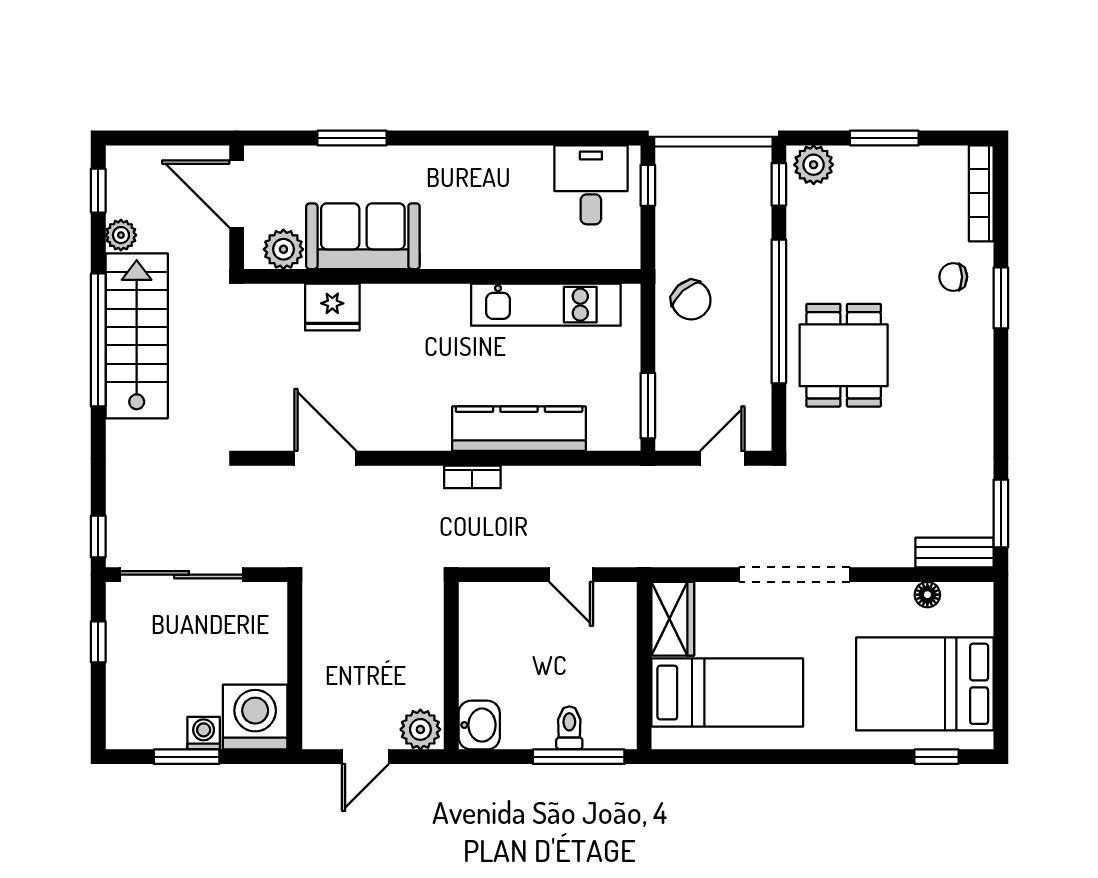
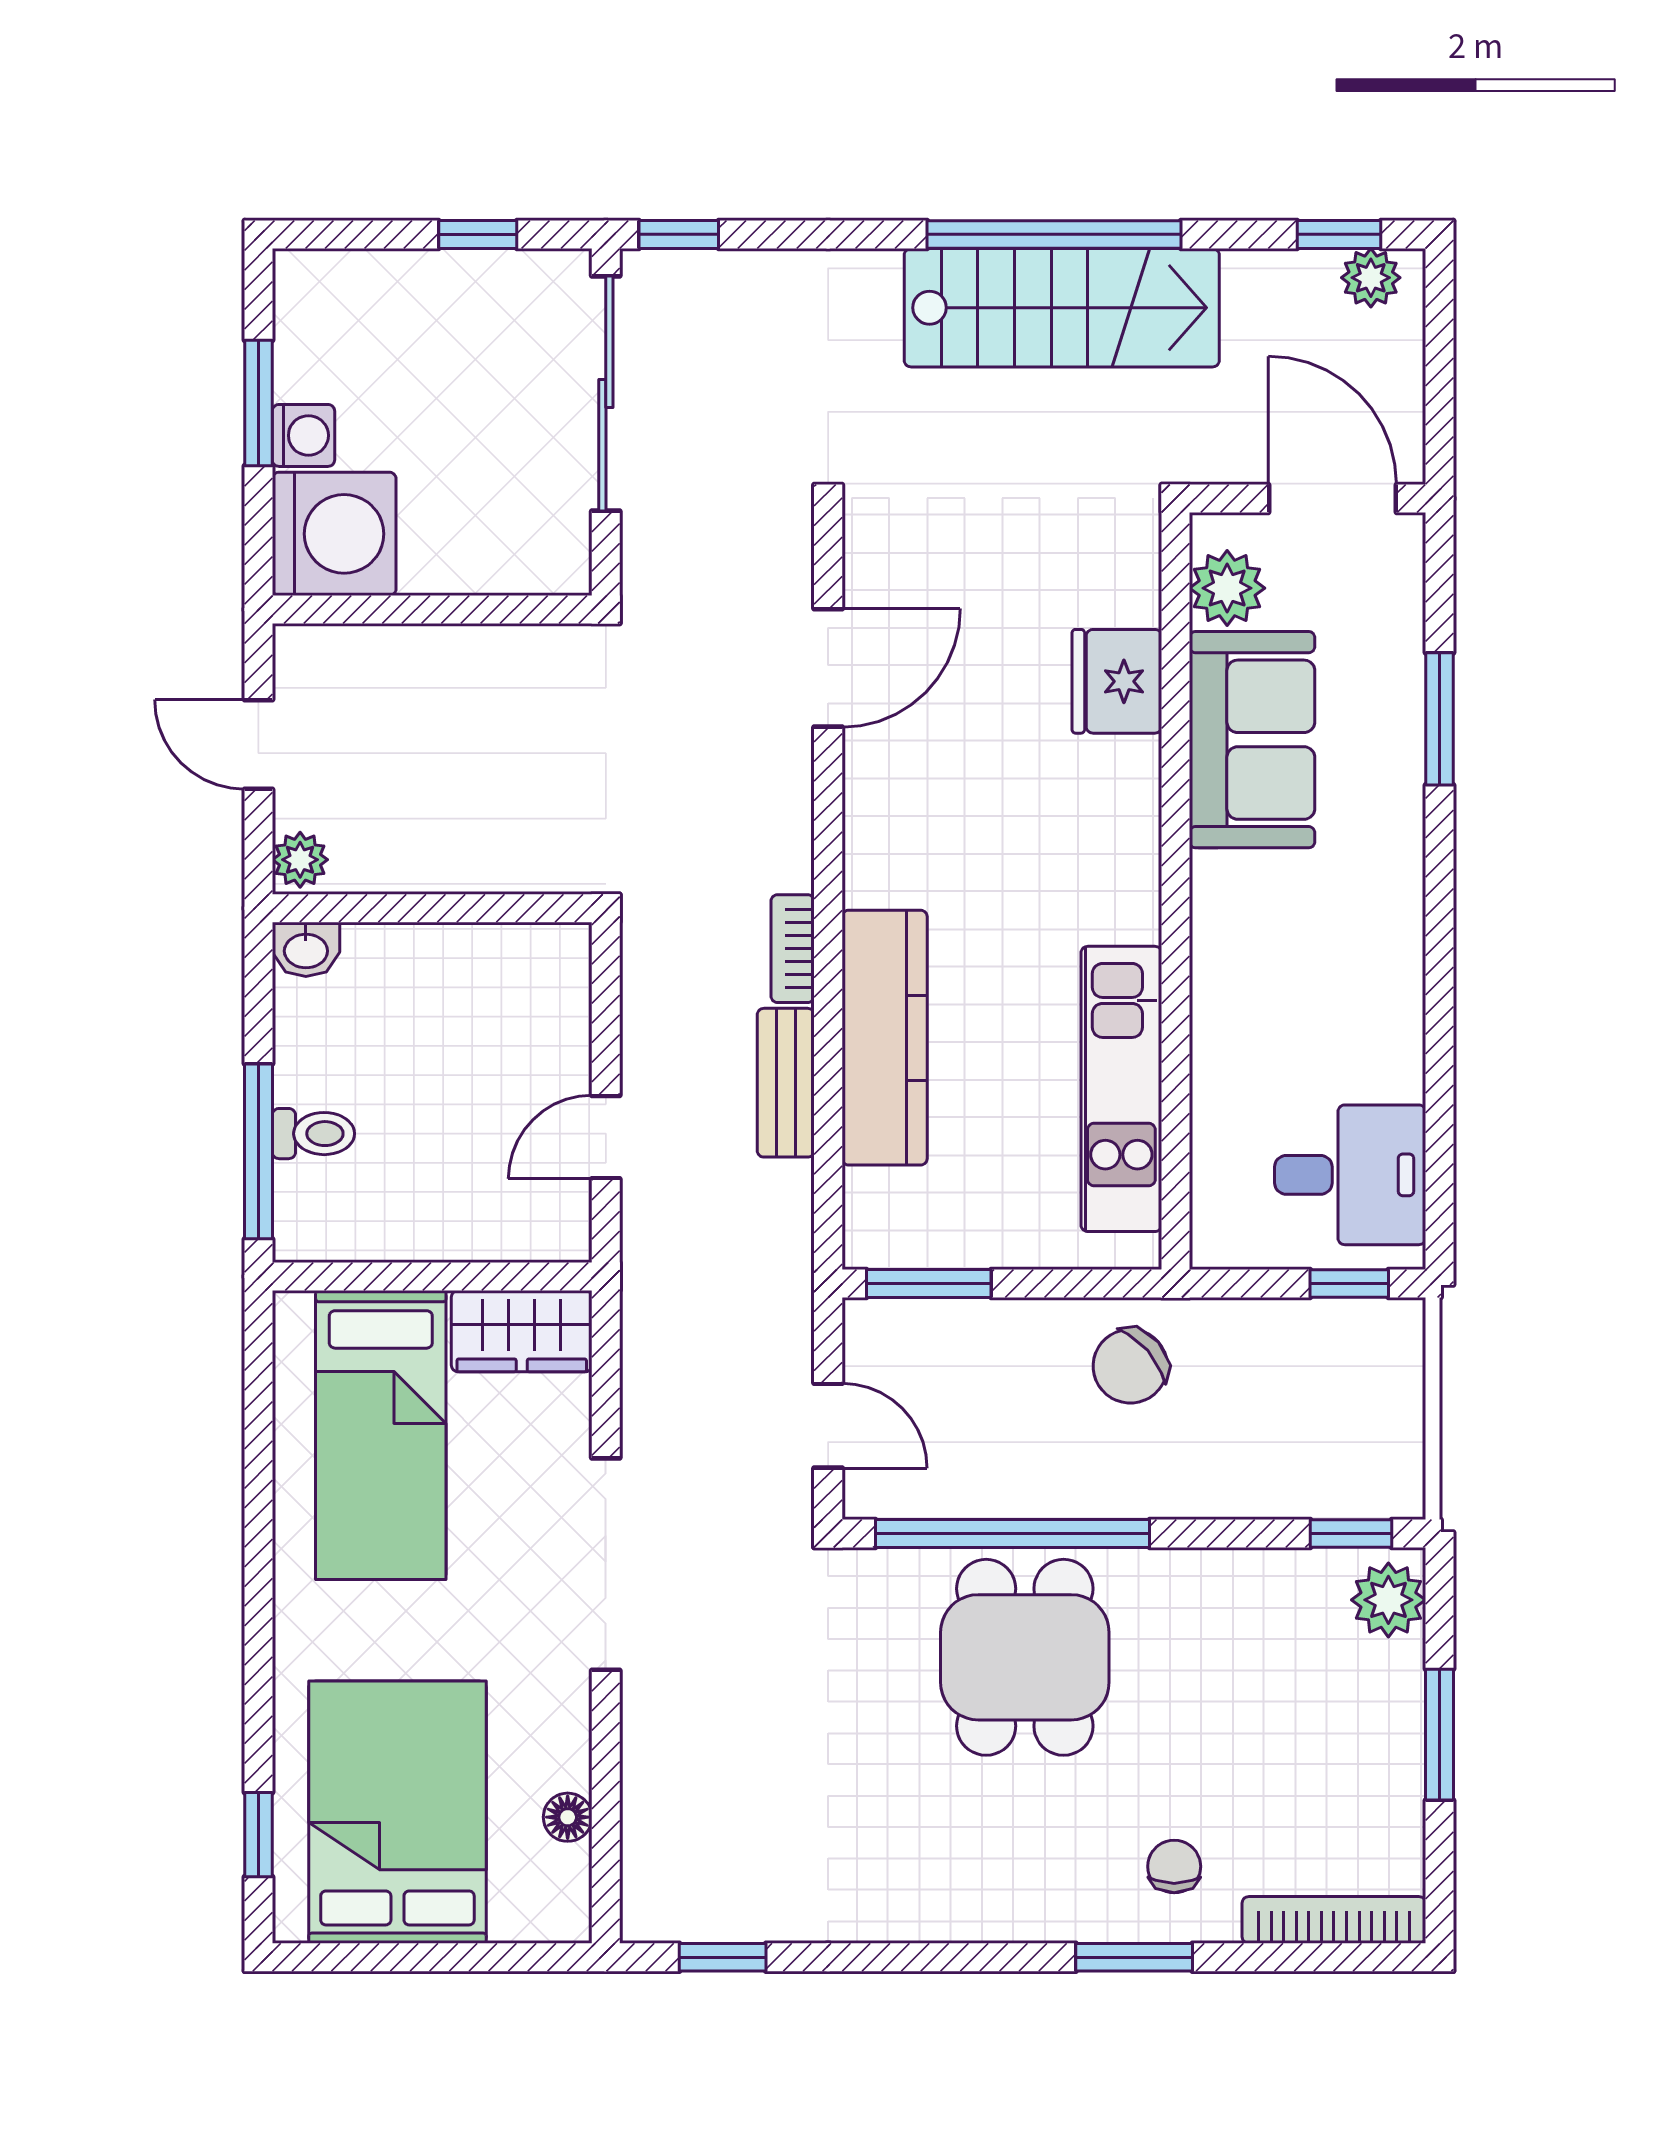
door: (237, 194) -> (1332, 498), hinge flipped
plant: (121, 235) -> (1371, 278), moved
window: (779, 311) -> (1012, 1534), moved
dining table: (844, 355) -> (1025, 1657), turned 90
window: (1001, 514) -> (723, 1957), width x0.67
bench: (954, 553) -> (786, 1083), moved
washbasin: (479, 725) -> (306, 949), width x0.72, depth x0.69
plant: (420, 729) -> (300, 860), width x0.73, depth x0.73

